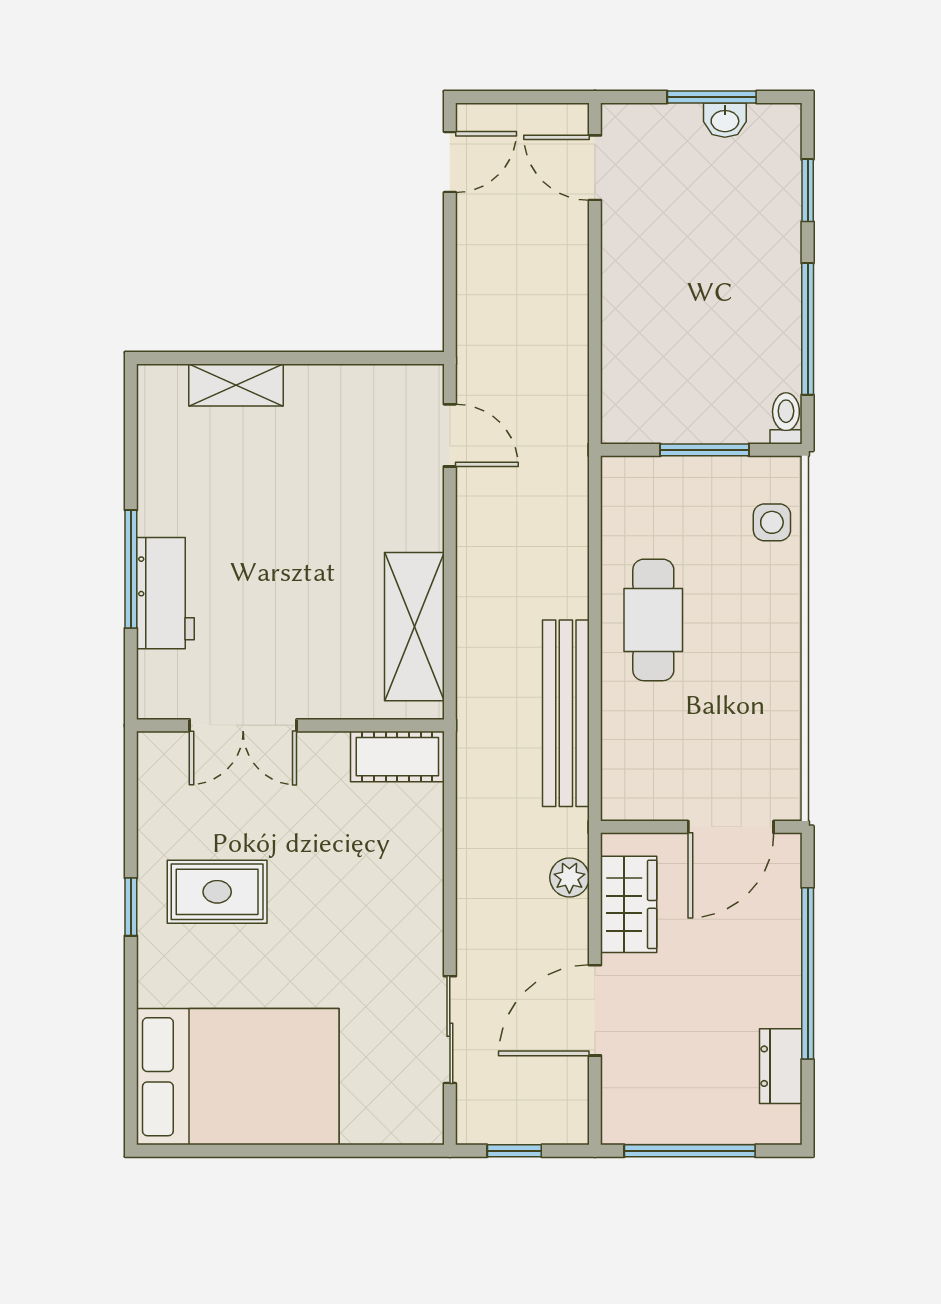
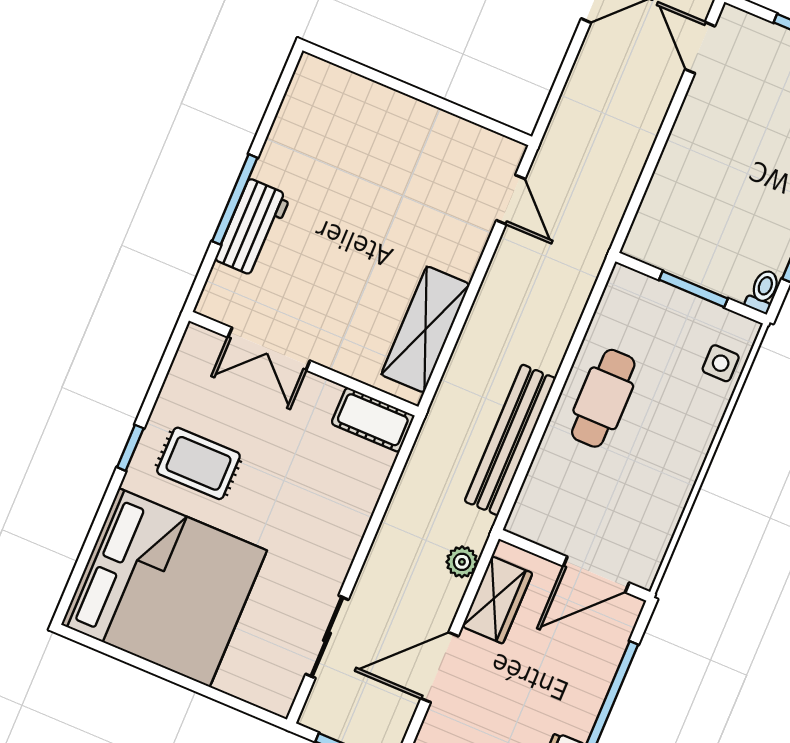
shelving: (236, 385) -> (369, 97), removed
bed: (238, 1077) -> (164, 588), width x1.36

